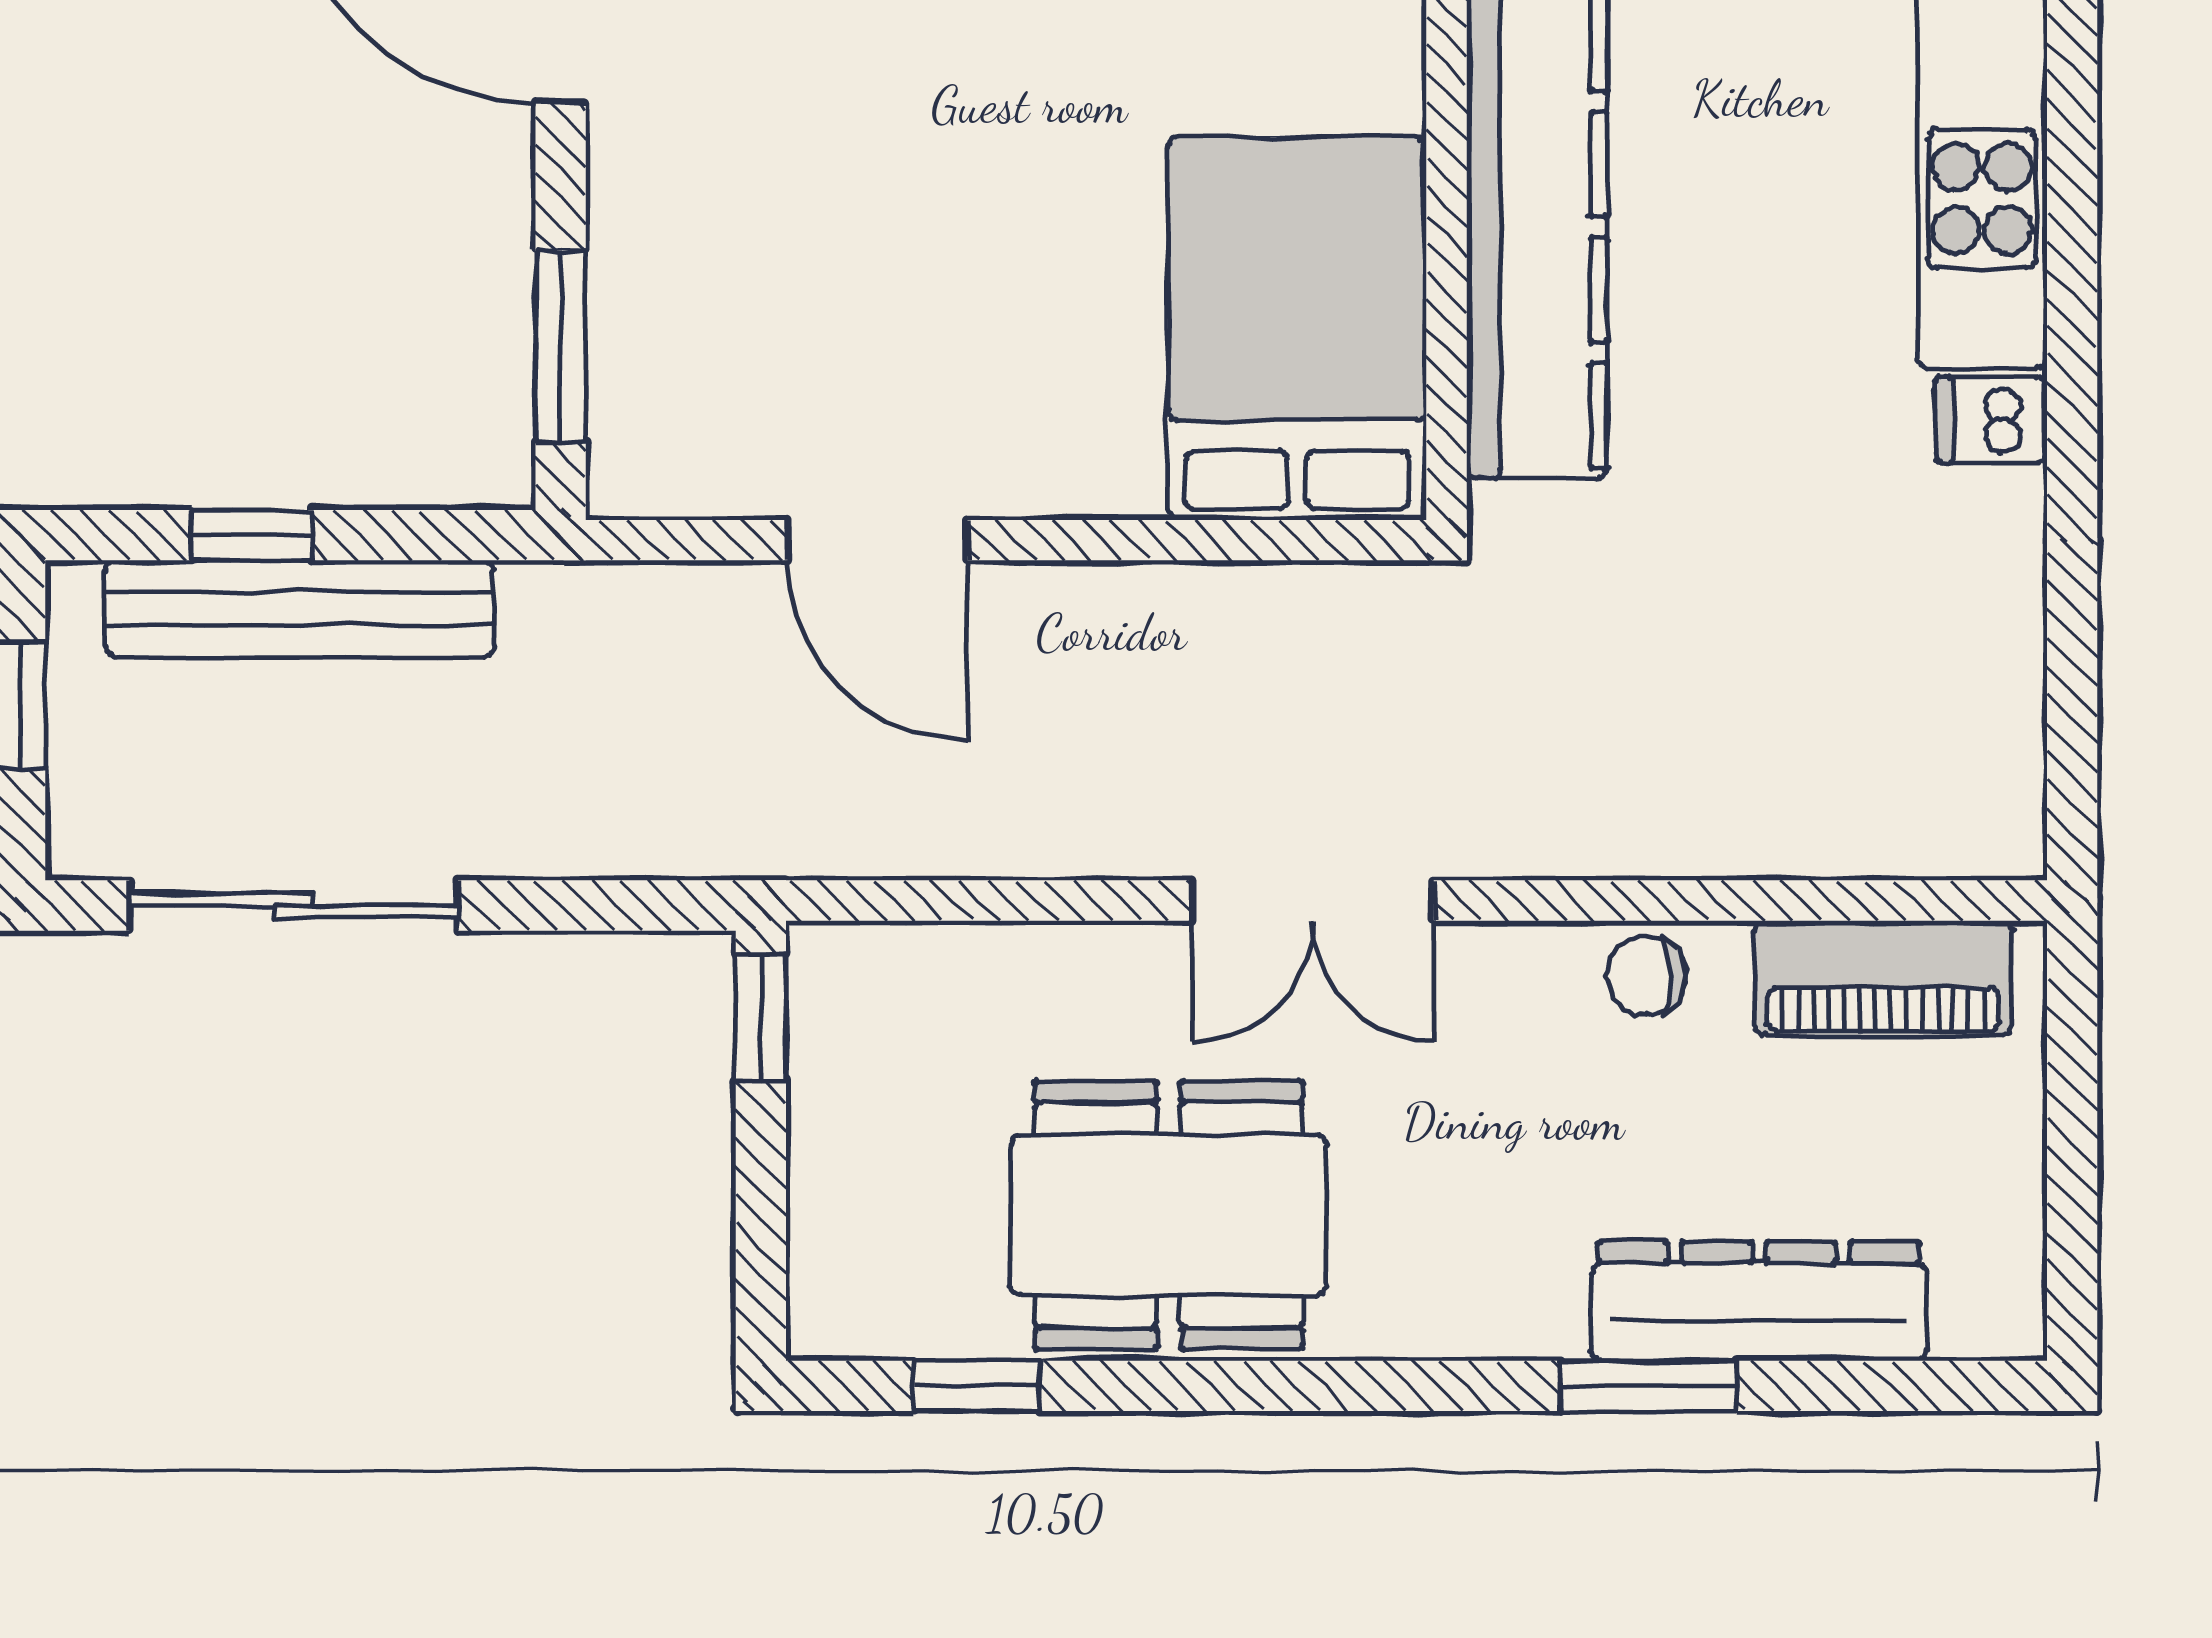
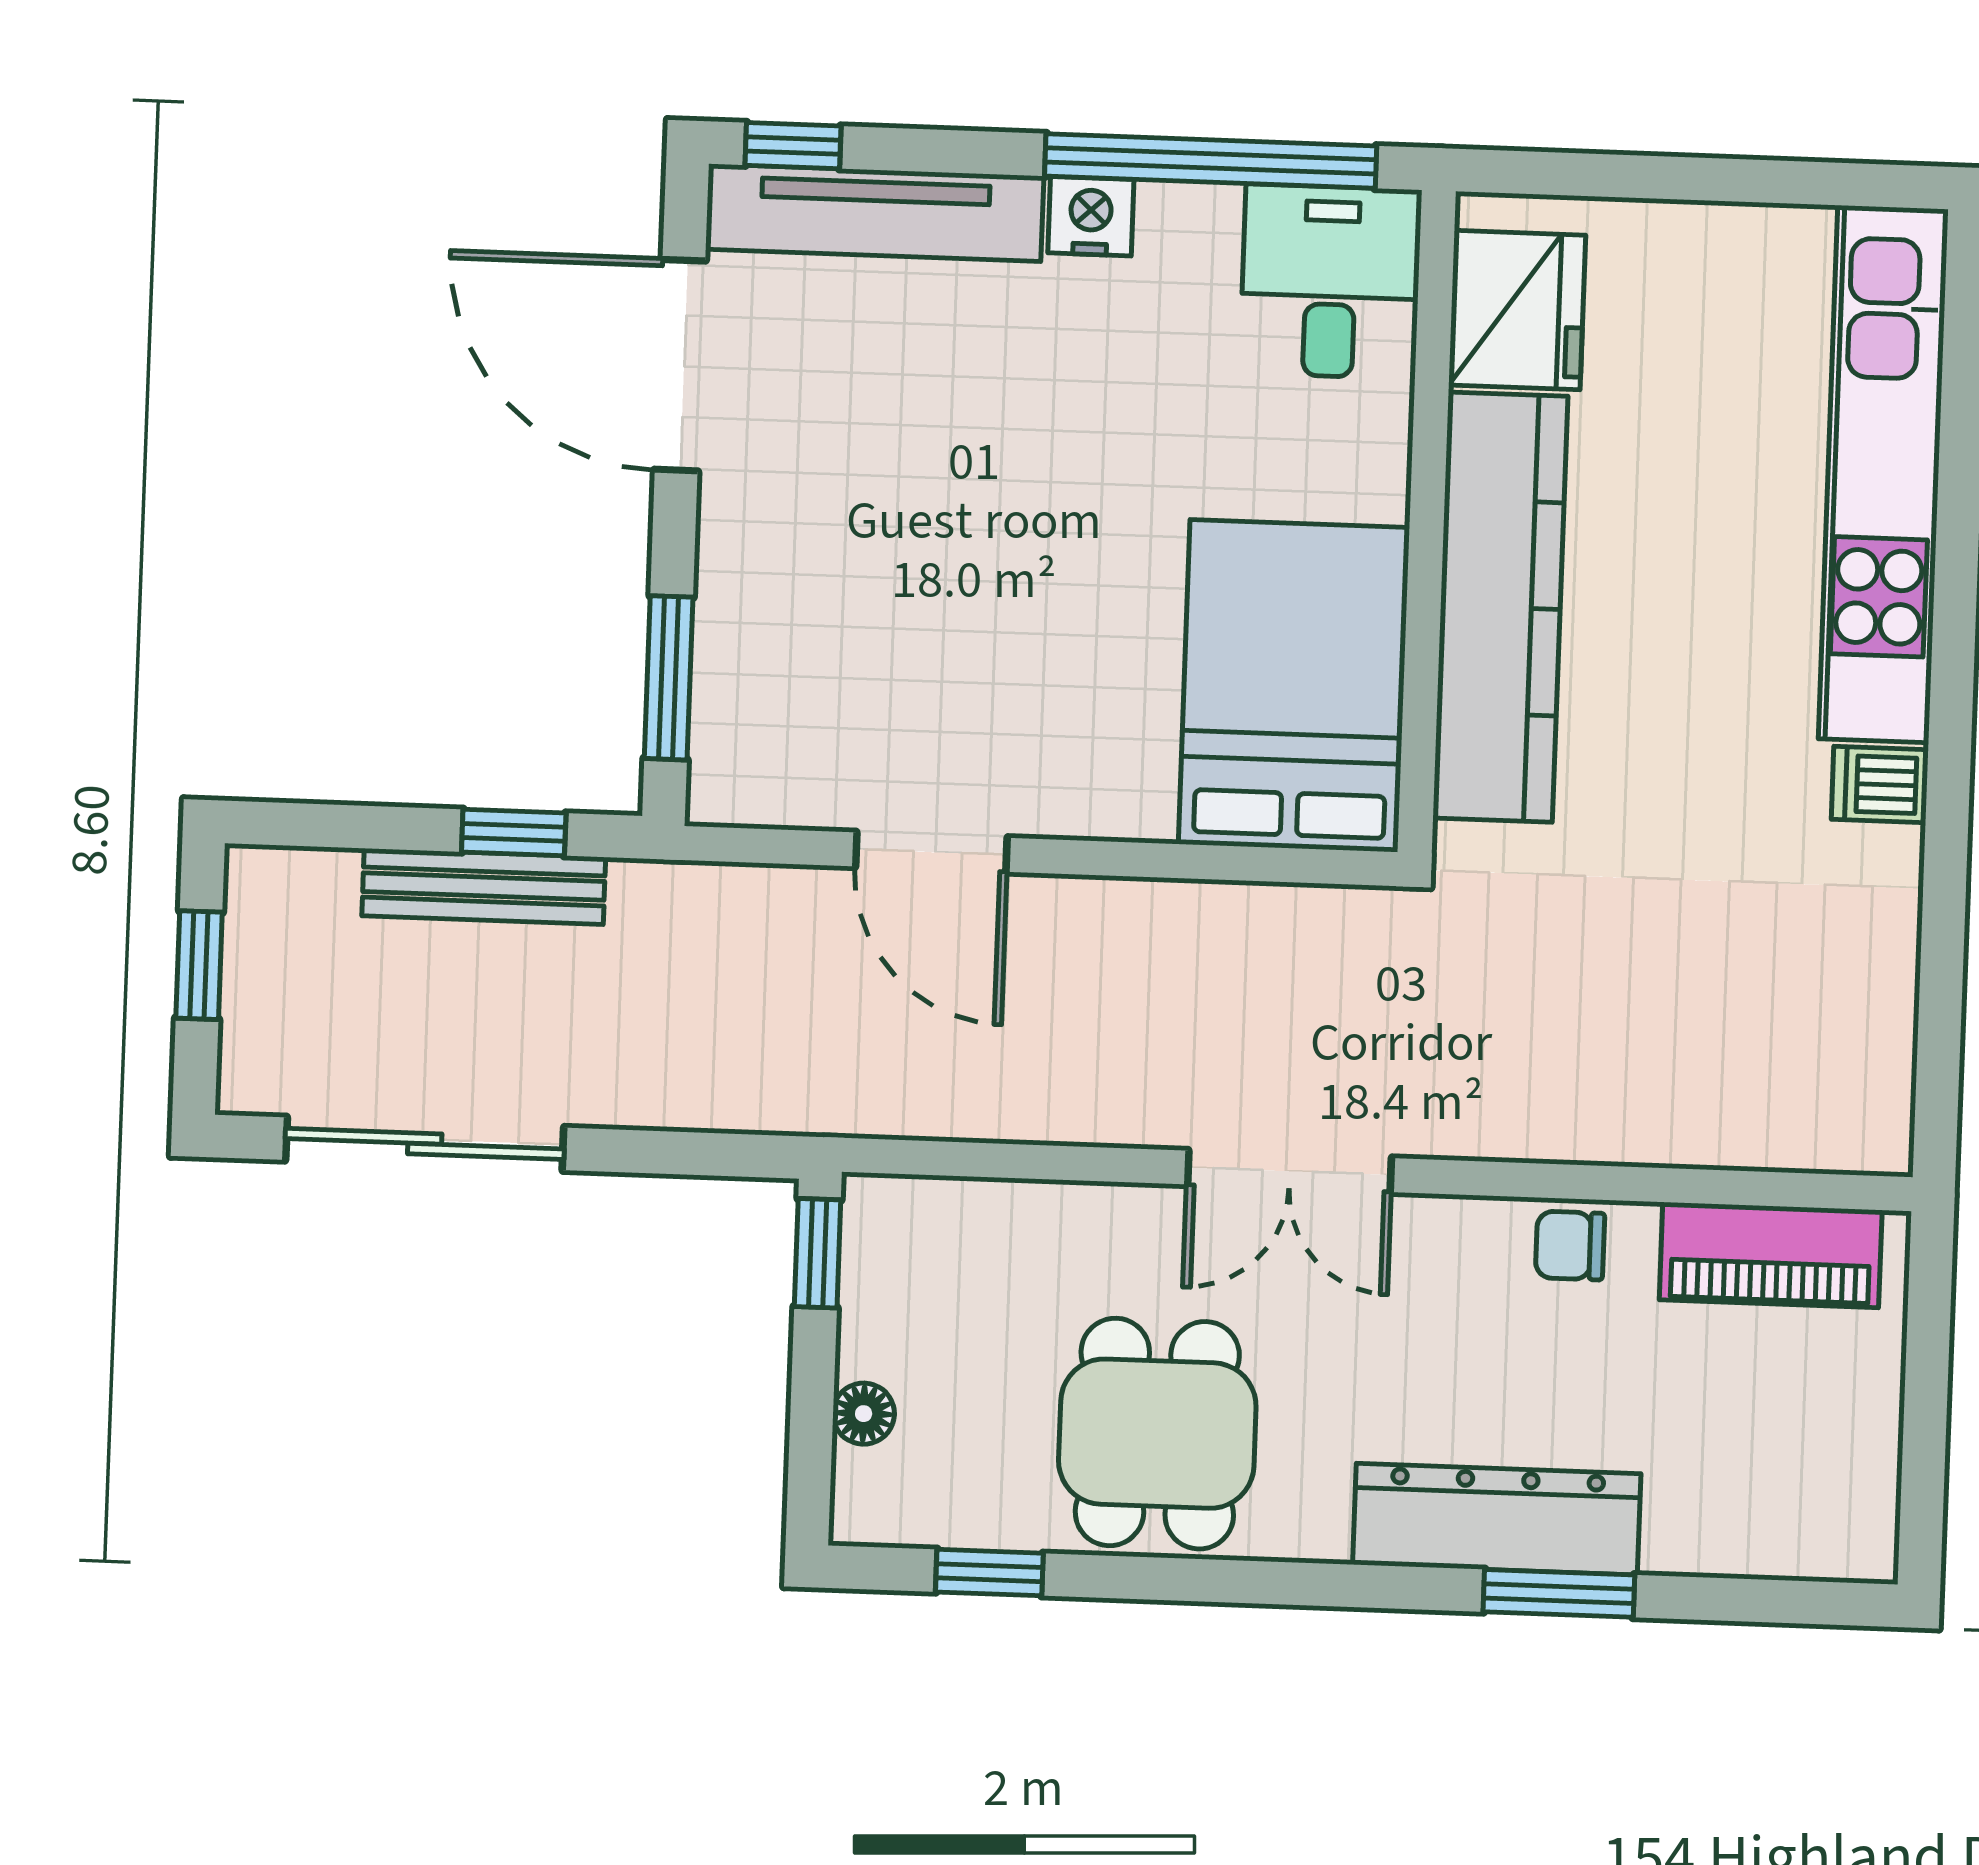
window: (251, 535) -> (514, 833), moved
bench: (300, 609) -> (484, 887), width x0.73, depth x0.82
floor lamp: (822, 1204) -> (864, 1414), added
dining table: (1169, 1215) -> (1157, 1434), width x0.73
dresser: (1759, 1301) -> (1497, 1519), moved

